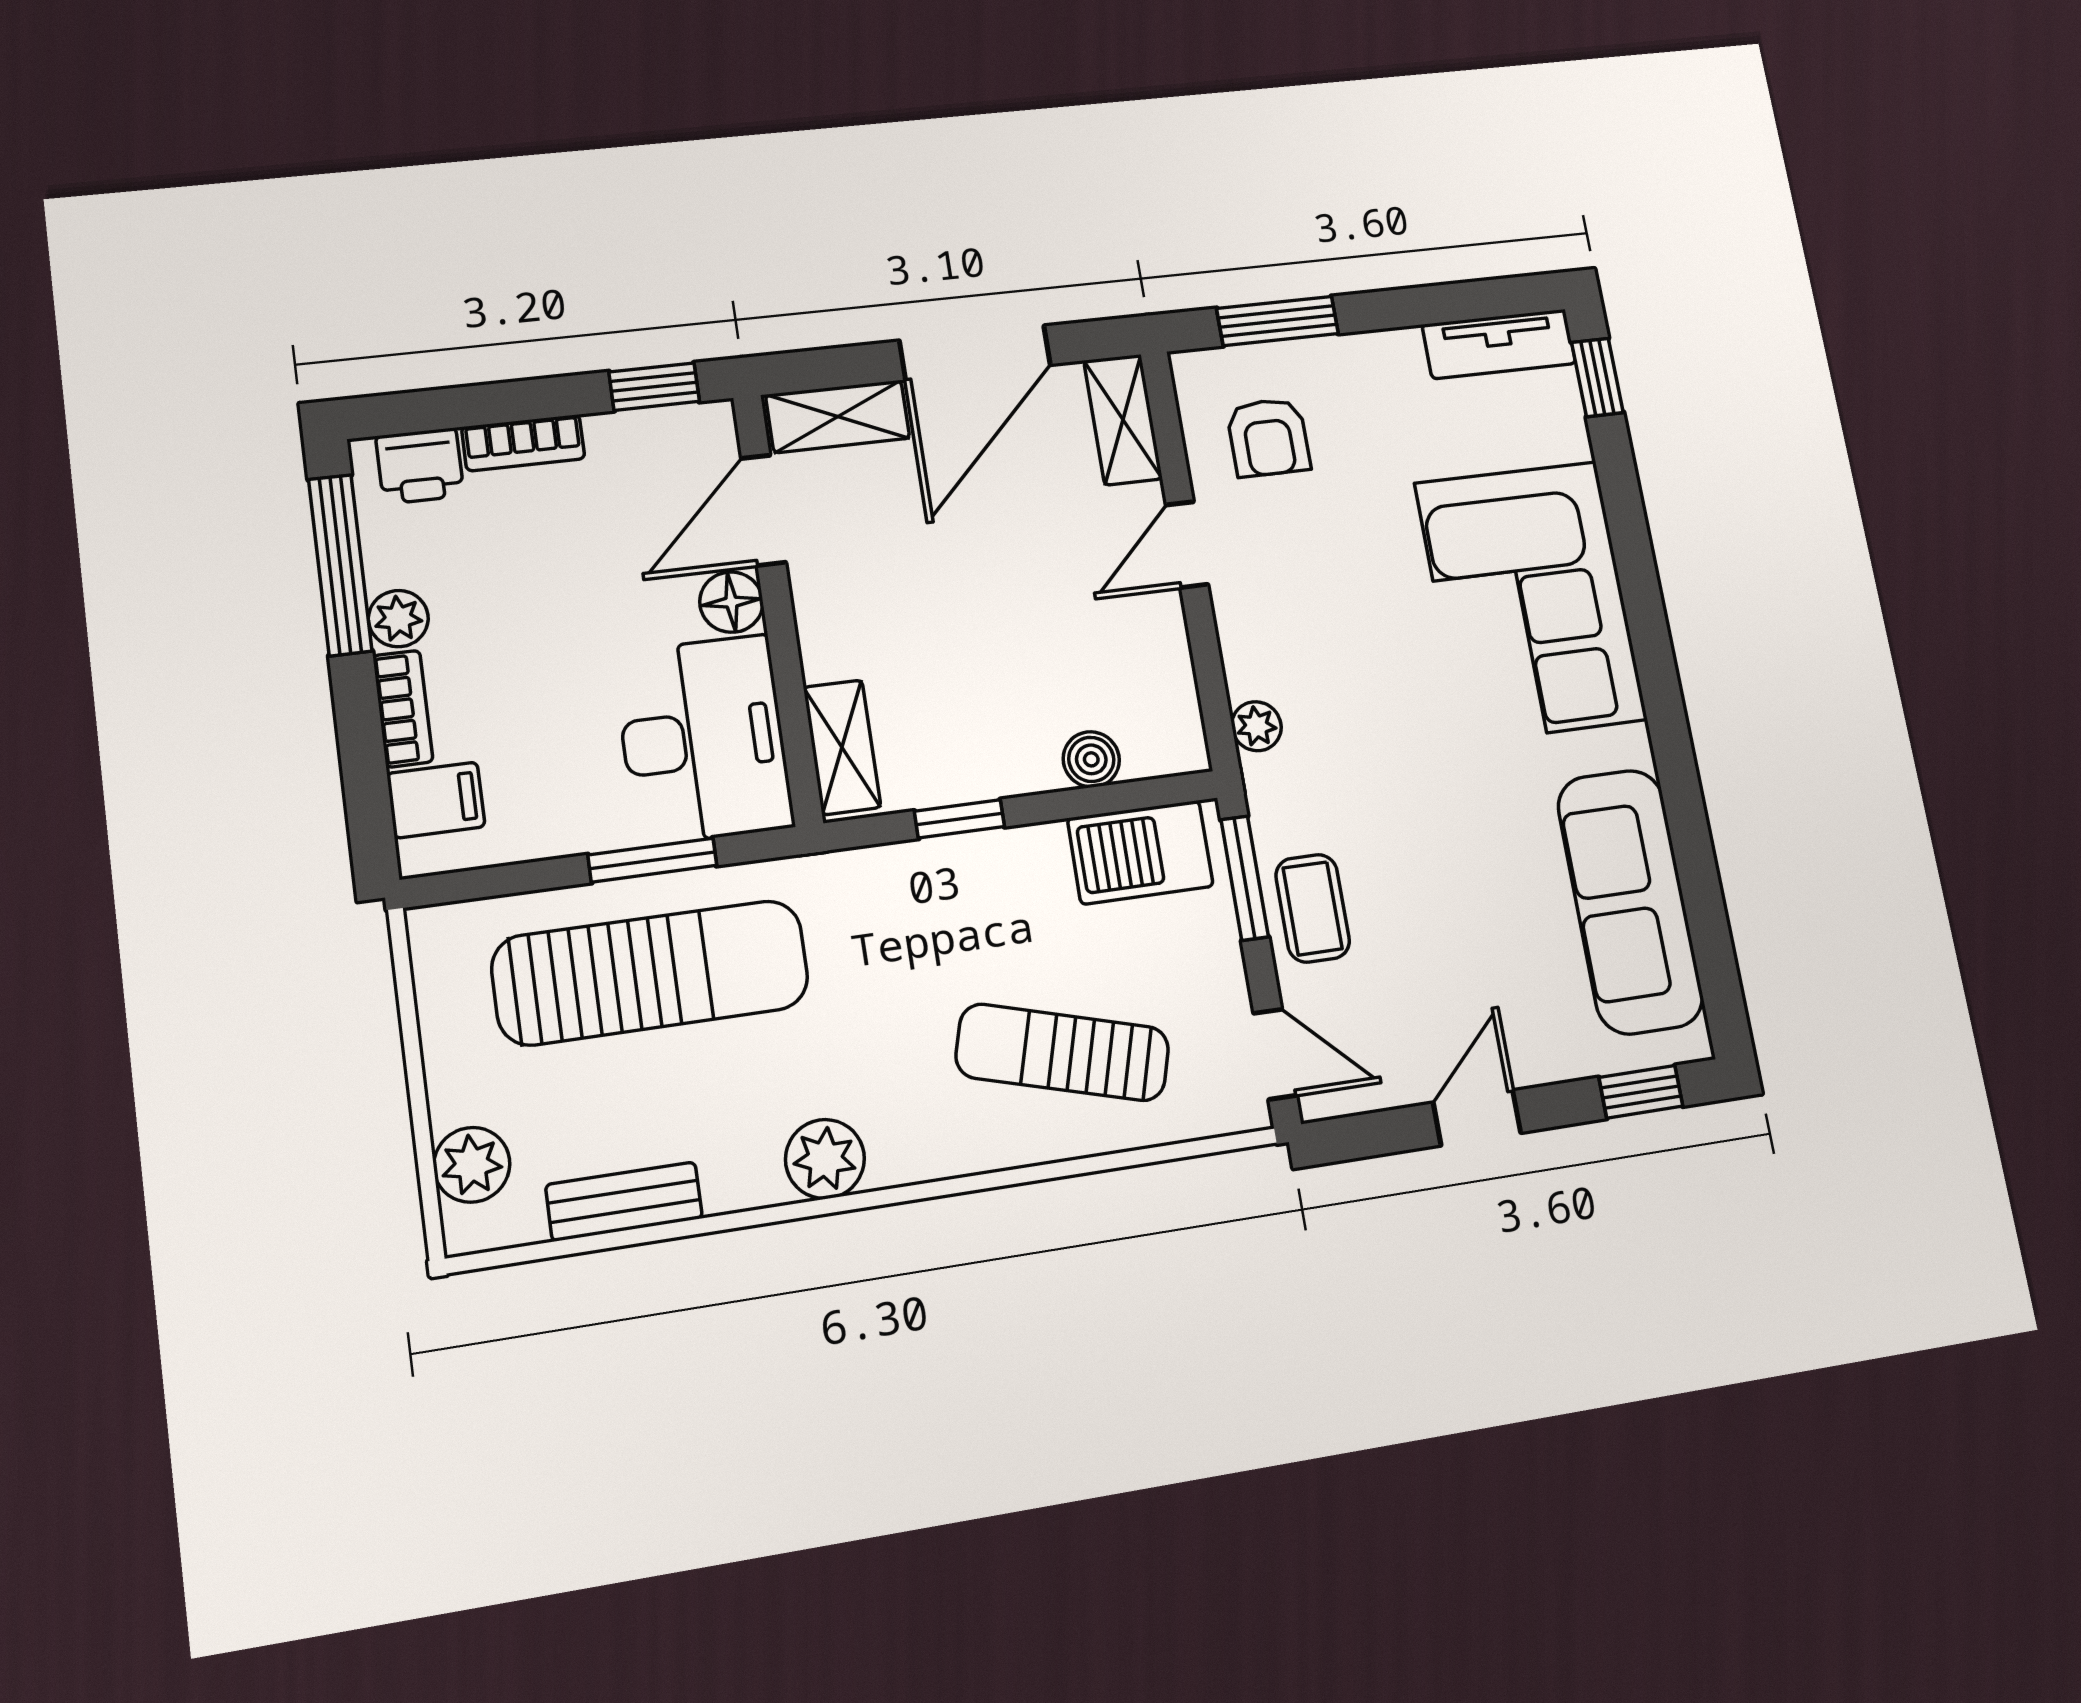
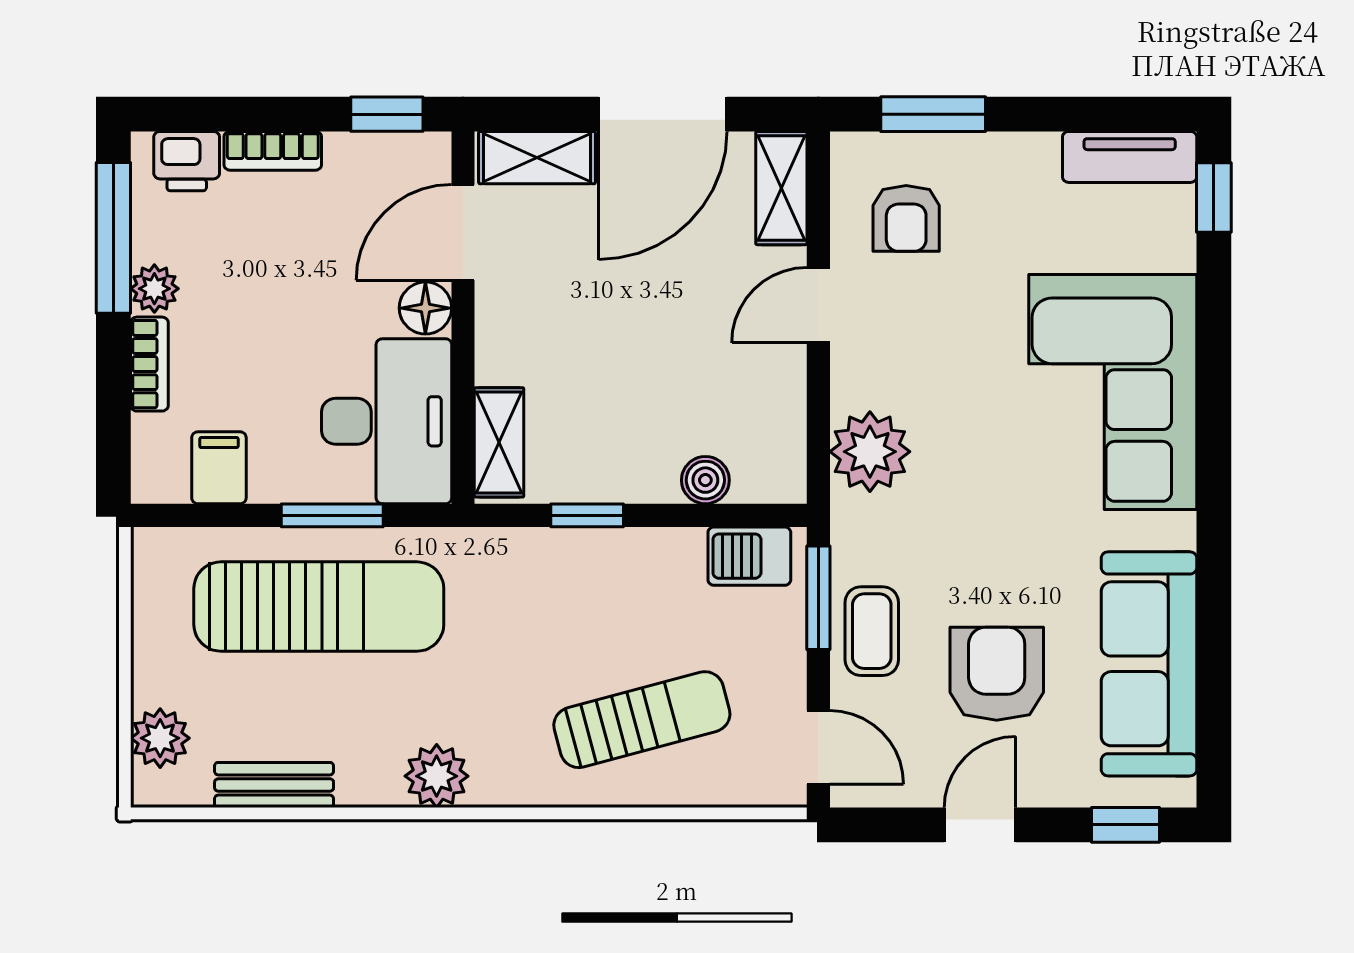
plant: (1257, 726) -> (870, 452), width x1.87, depth x1.87
filing cabinet: (436, 800) -> (219, 468), moved, turned -90
barbecue: (1140, 852) -> (749, 556), width x0.73, depth x0.79
armchair: (1463, 937) -> (997, 674), added
sun lounger: (1063, 1052) -> (642, 720), turned 149

